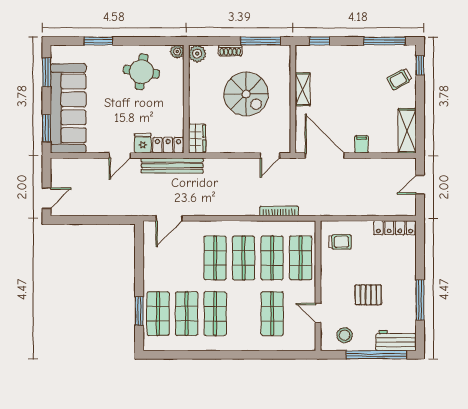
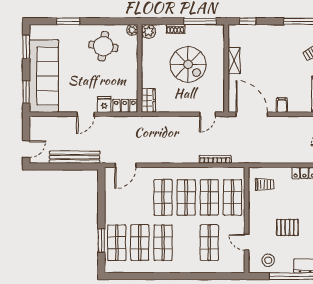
bench: (172, 166) -> (75, 157), moved

